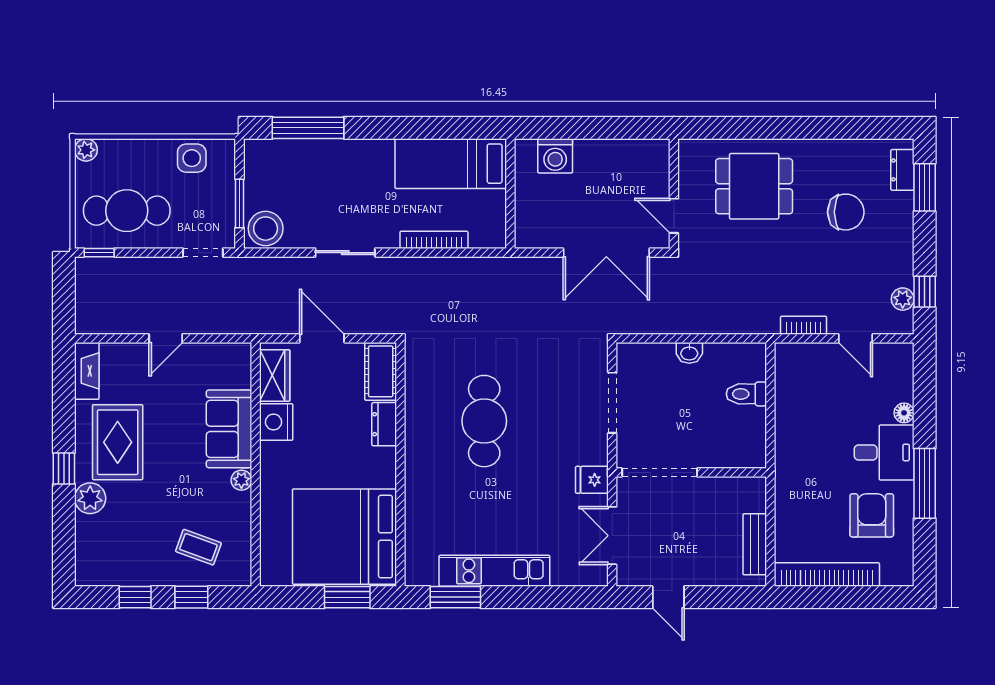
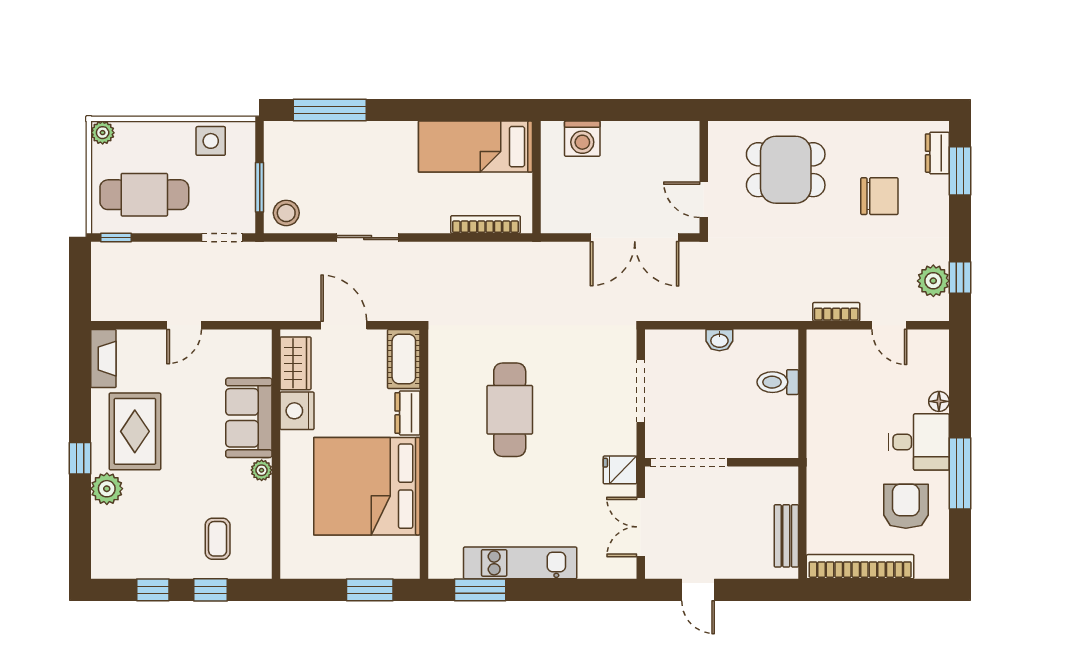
stool: (266, 229) -> (286, 213), width x0.73, depth x0.73
bookcase: (434, 240) -> (486, 225), moved
plant: (903, 299) -> (933, 281), width x1.38, depth x1.38
bed: (344, 537) -> (367, 486), moved
coffee table: (198, 547) -> (218, 539), turned 70

